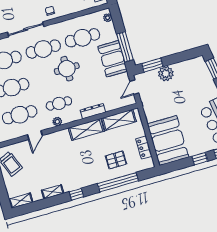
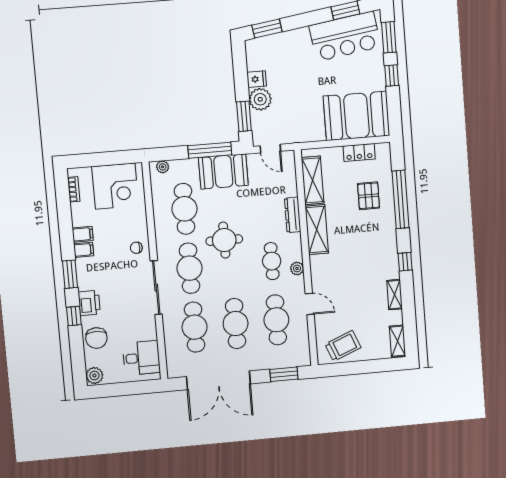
fridge: (179, 69) -> (257, 79), added

